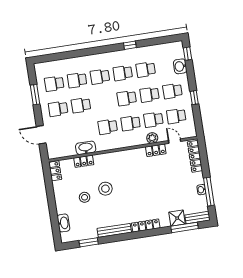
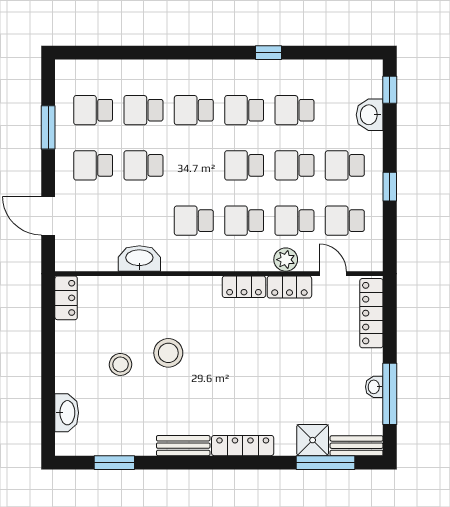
locker: (84, 161) -> (244, 287), moved
bench: (114, 230) -> (183, 446), width x0.73

